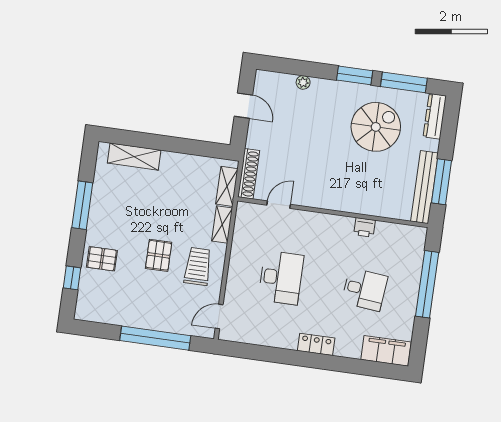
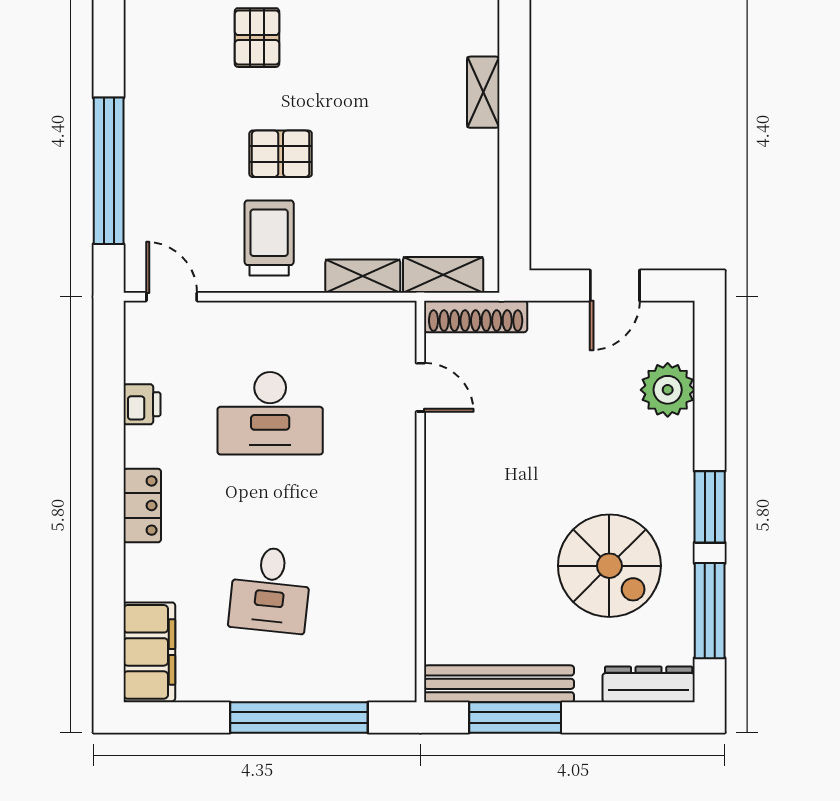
plant: (303, 82) -> (668, 390), width x1.87, depth x1.87
shelving: (134, 157) -> (483, 92), width x0.67, depth x0.75
printer: (365, 227) -> (142, 404), moved, turned 180
trolley: (198, 266) -> (269, 238), turned -90

